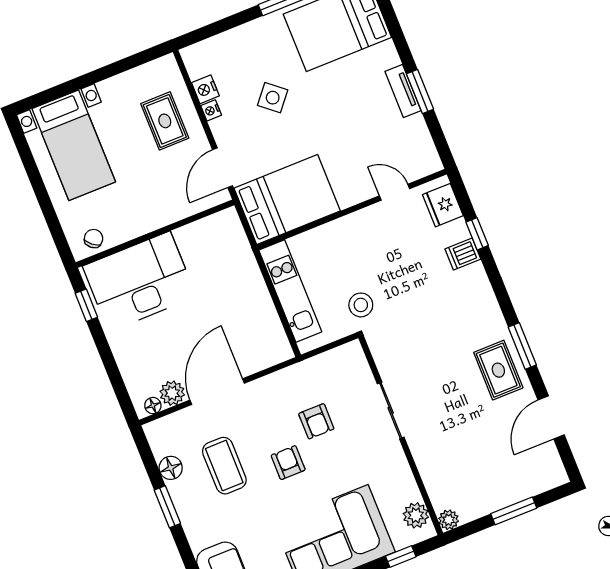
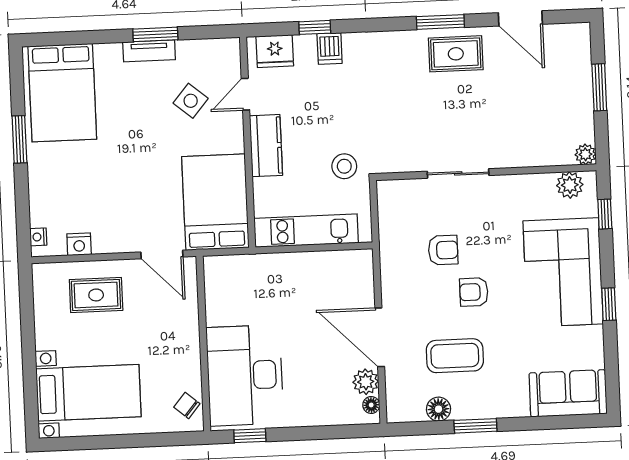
side table: (273, 98) -> (191, 101), moved
nightstand: (211, 110) -> (38, 237), moved, turned 90
kitchen counter: (355, 227) -> (266, 146), added

